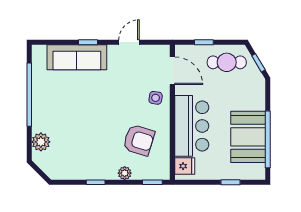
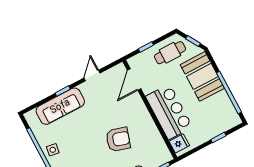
door: (172, 71) -> (134, 80), swing flipped
side table: (156, 98) -> (53, 150), moved
booth: (248, 137) -> (202, 76), moved
armchair: (139, 140) -> (118, 139), moved

